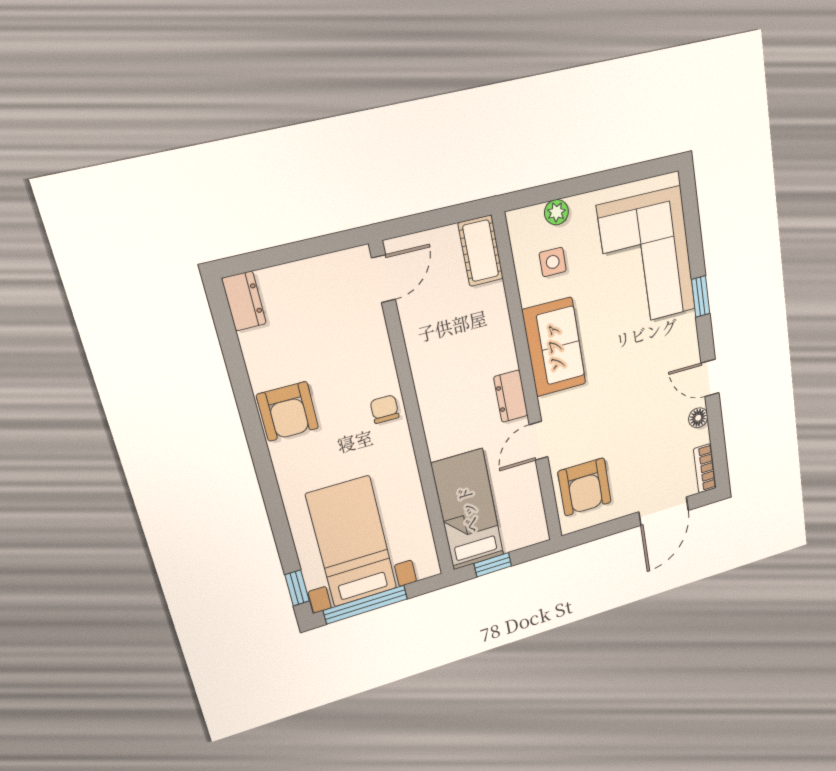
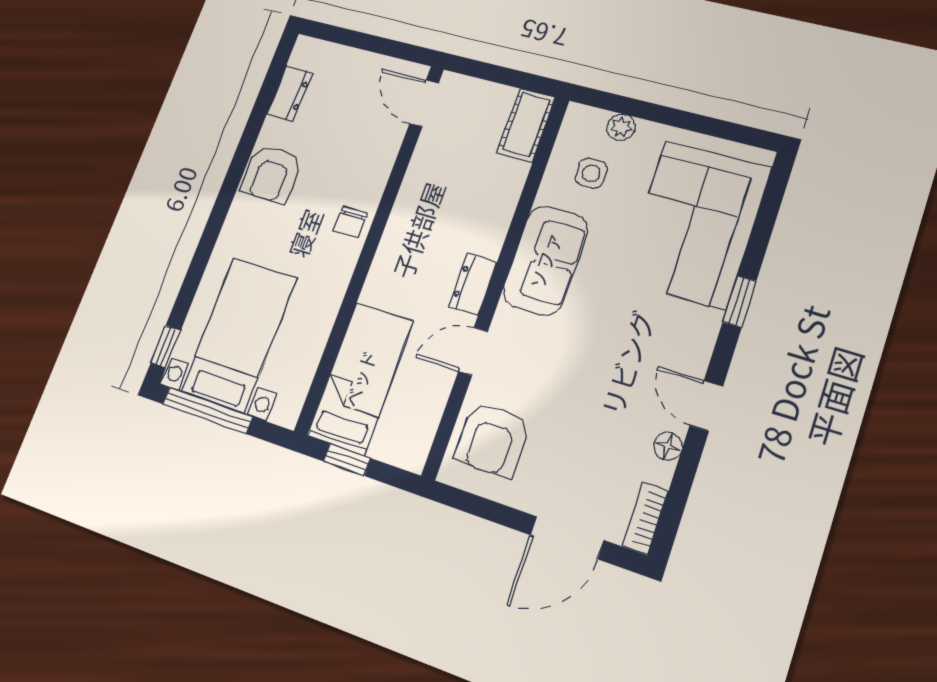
door: (383, 279) -> (424, 103), swing flipped
dresser: (244, 301) -> (290, 93), moved
chair: (385, 409) -> (350, 223), turned 180

